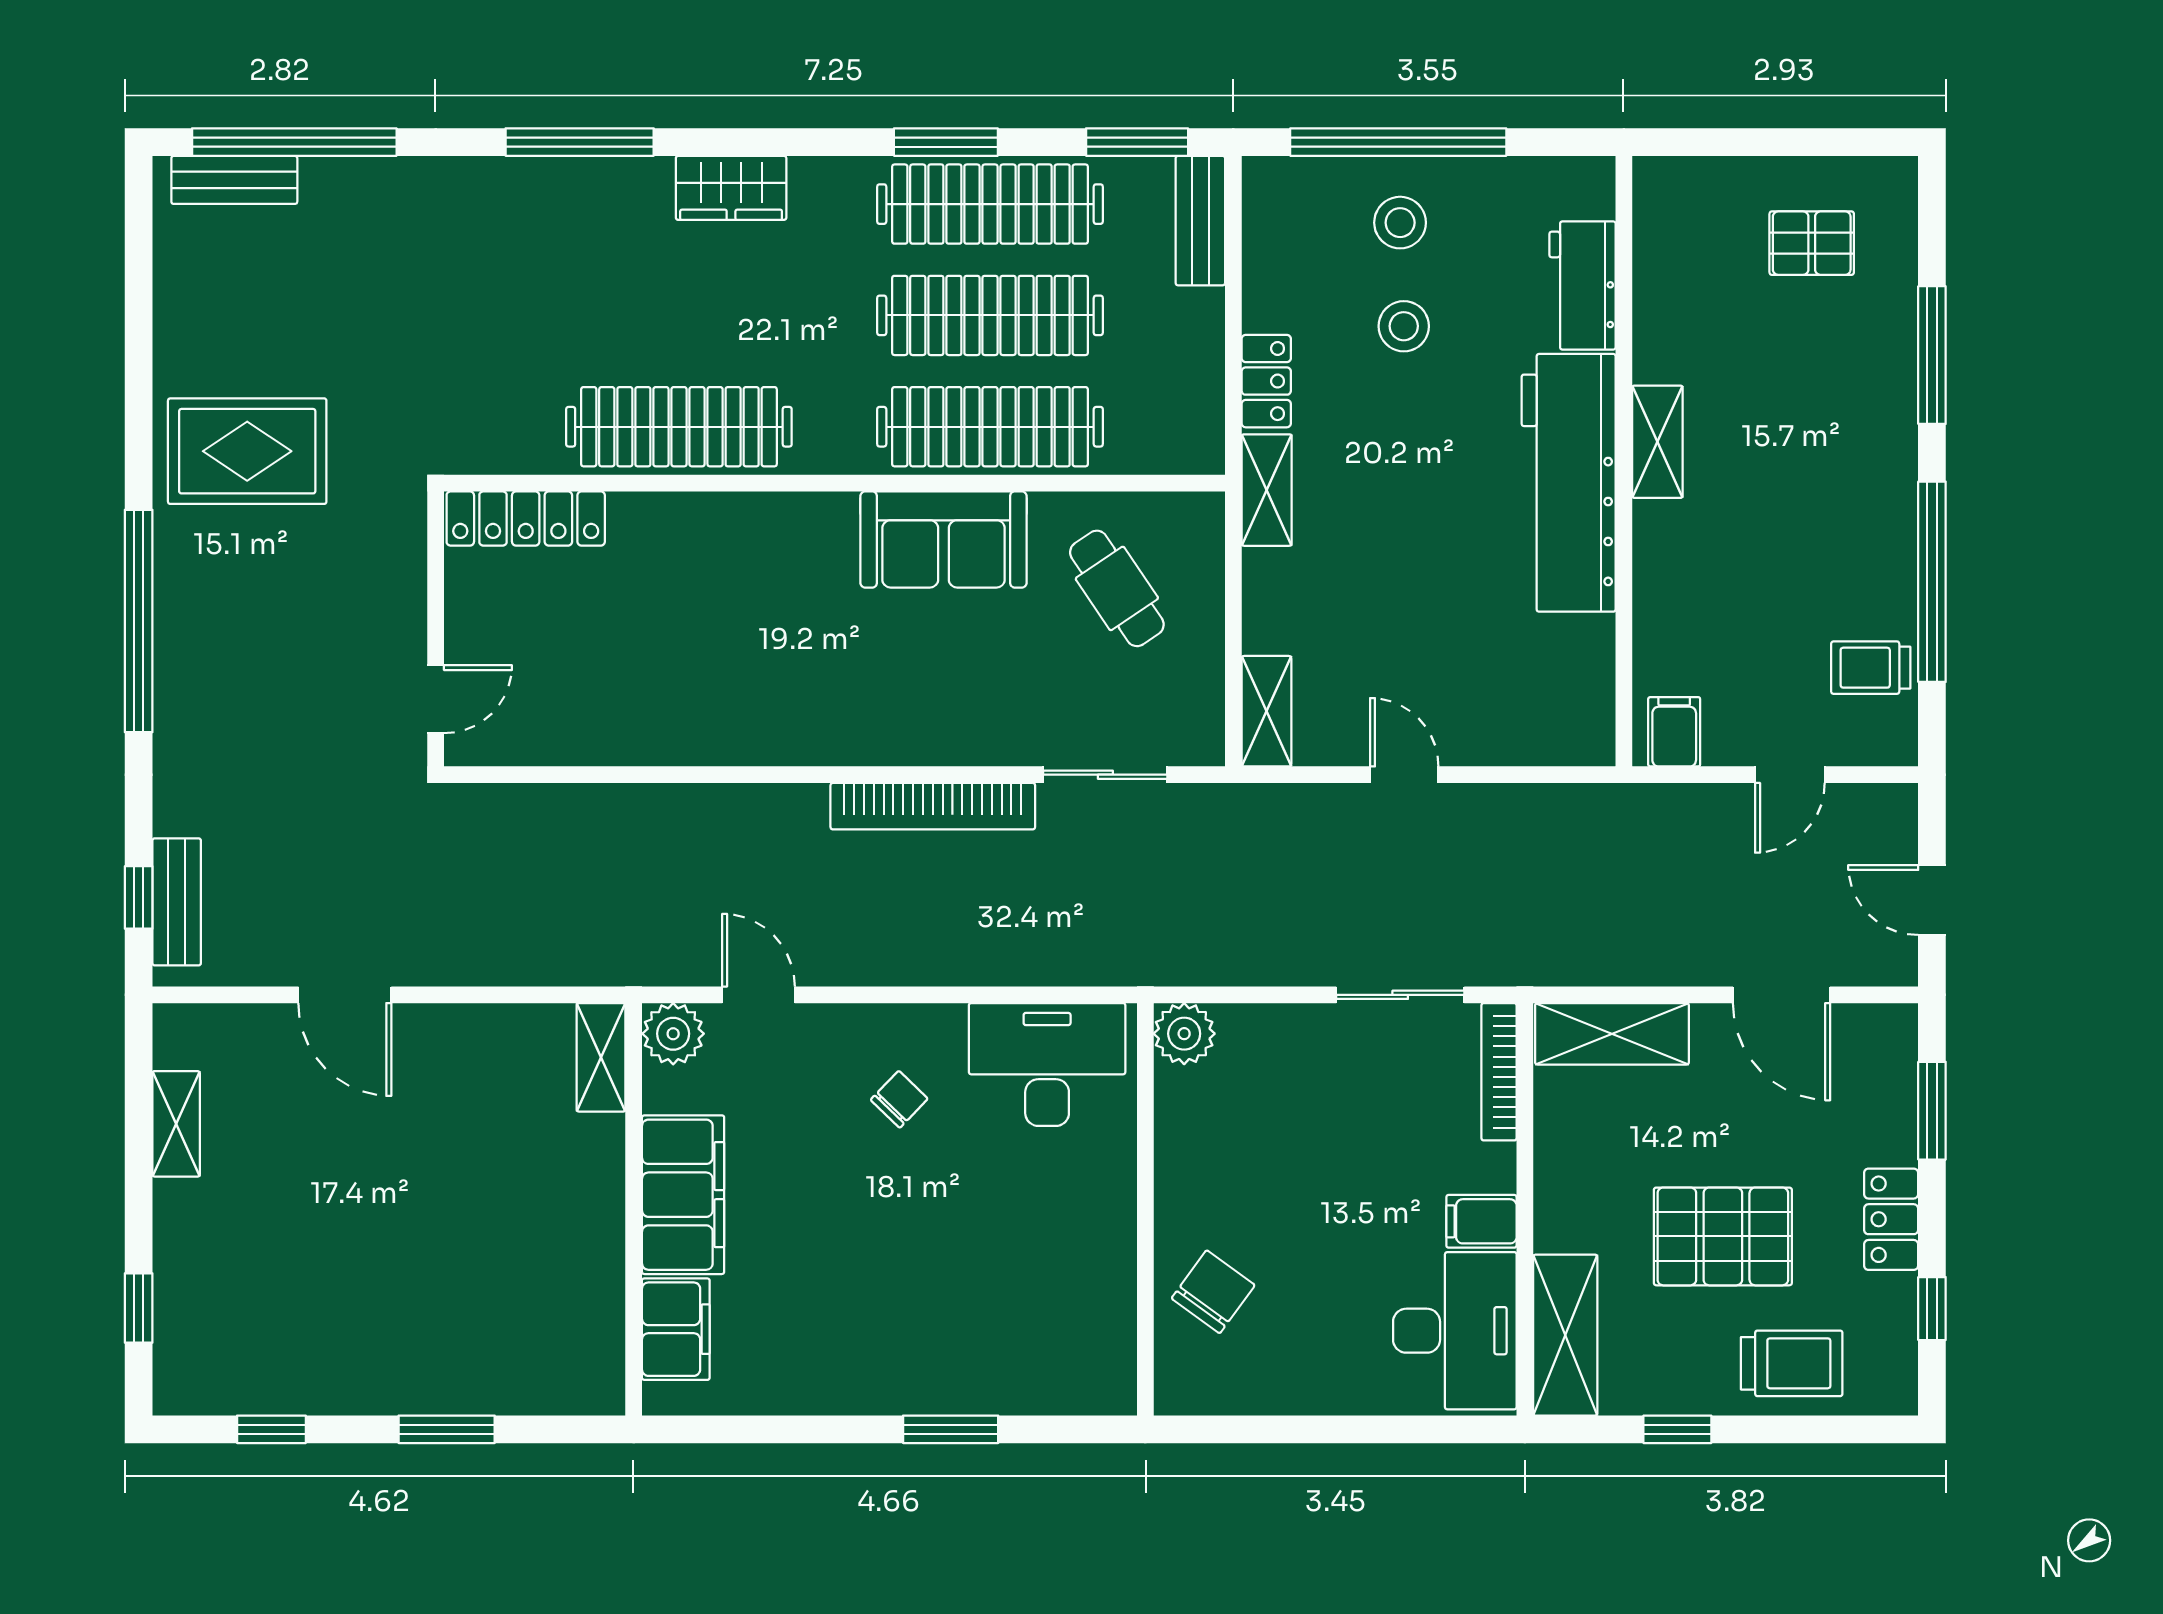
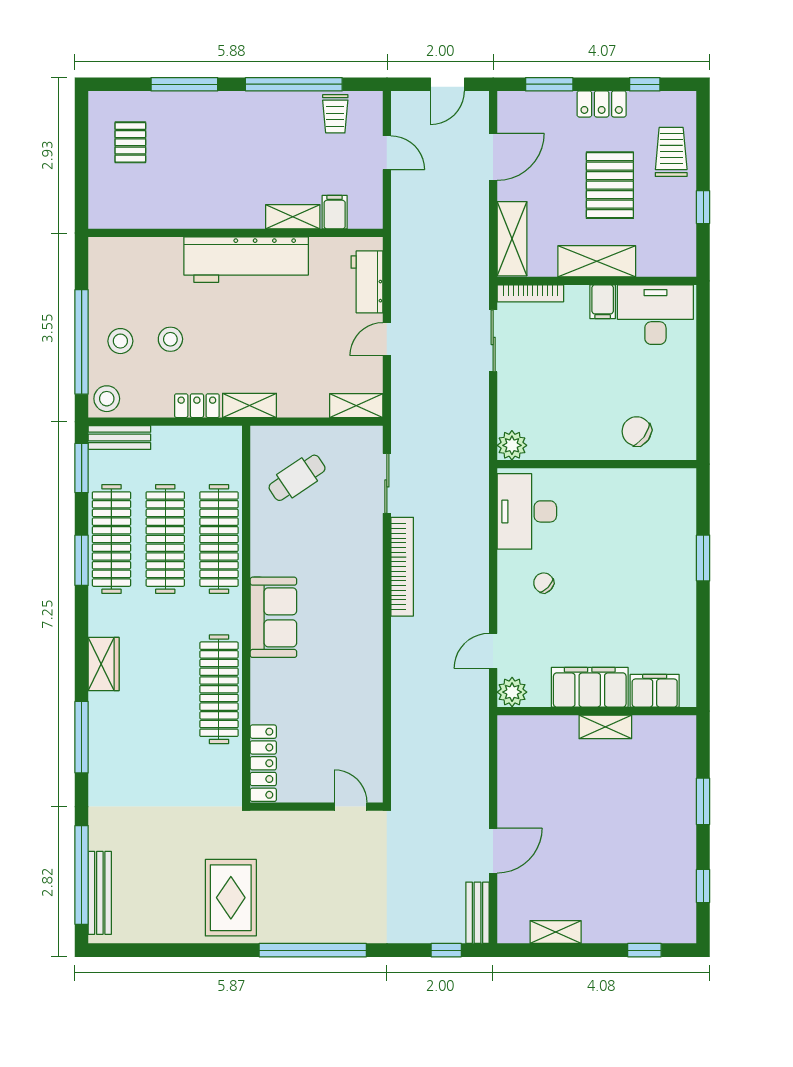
bench: (234, 180) -> (100, 893), width x1.36
stool: (1281, 194) -> (107, 399), added
workbench: (1583, 285) -> (367, 282), moved, turned 90
shelving: (1657, 442) -> (293, 217), moved
sofa: (944, 540) -> (273, 617), moved
filing cabinet: (1674, 732) -> (335, 212), moved, turned 90
bench: (177, 902) -> (478, 913), moved, turned 90
shelving: (601, 1057) -> (605, 727), moved
shelving: (1565, 1335) -> (597, 261), moved

